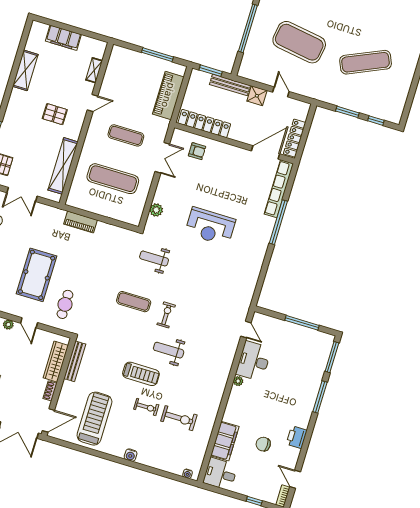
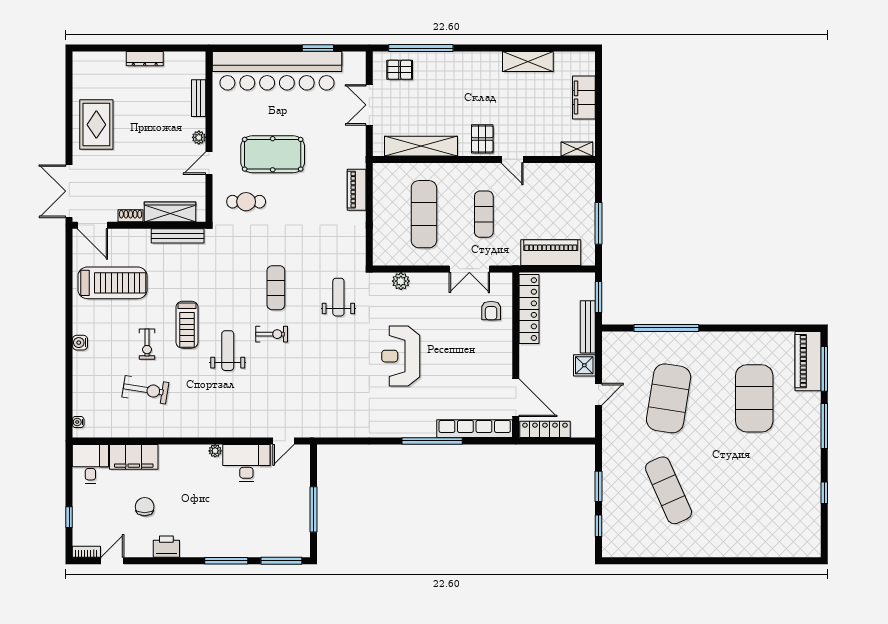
shelving: (94, 70) -> (577, 149), moved
pallet: (55, 114) -> (482, 139), moved
exercise bike: (179, 418) -> (145, 390), turned -81

